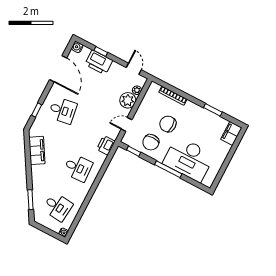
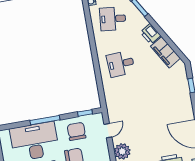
desk: (63, 110) -> (170, 102), removed
printer: (106, 145) -> (150, 34), moved, turned 149

